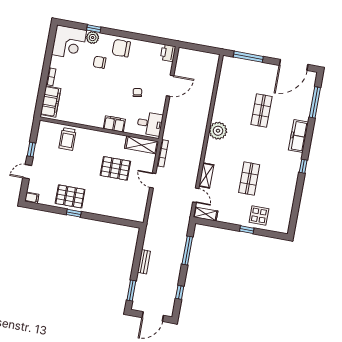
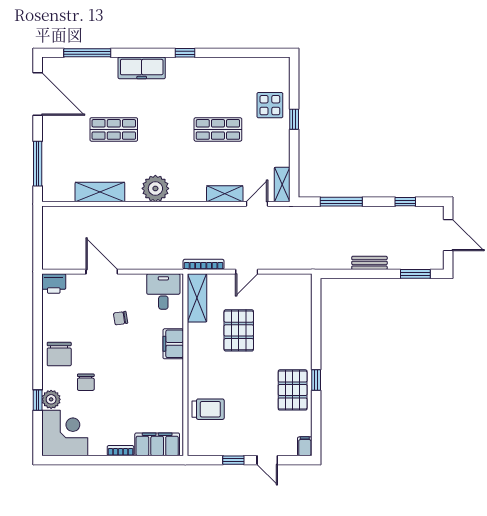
shelving: (222, 94) -> (100, 192), added

